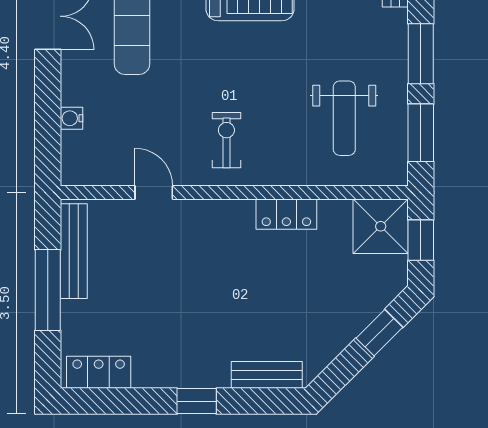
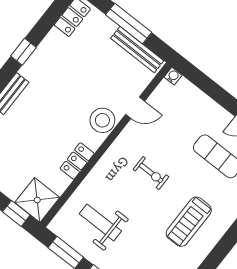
water cooler: (72, 118) -> (173, 76), moved
exercise bike: (226, 140) -> (151, 173), moved
stool: (205, 223) -> (102, 120), added

